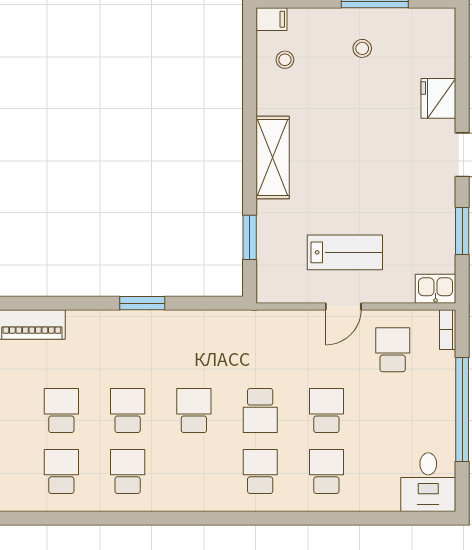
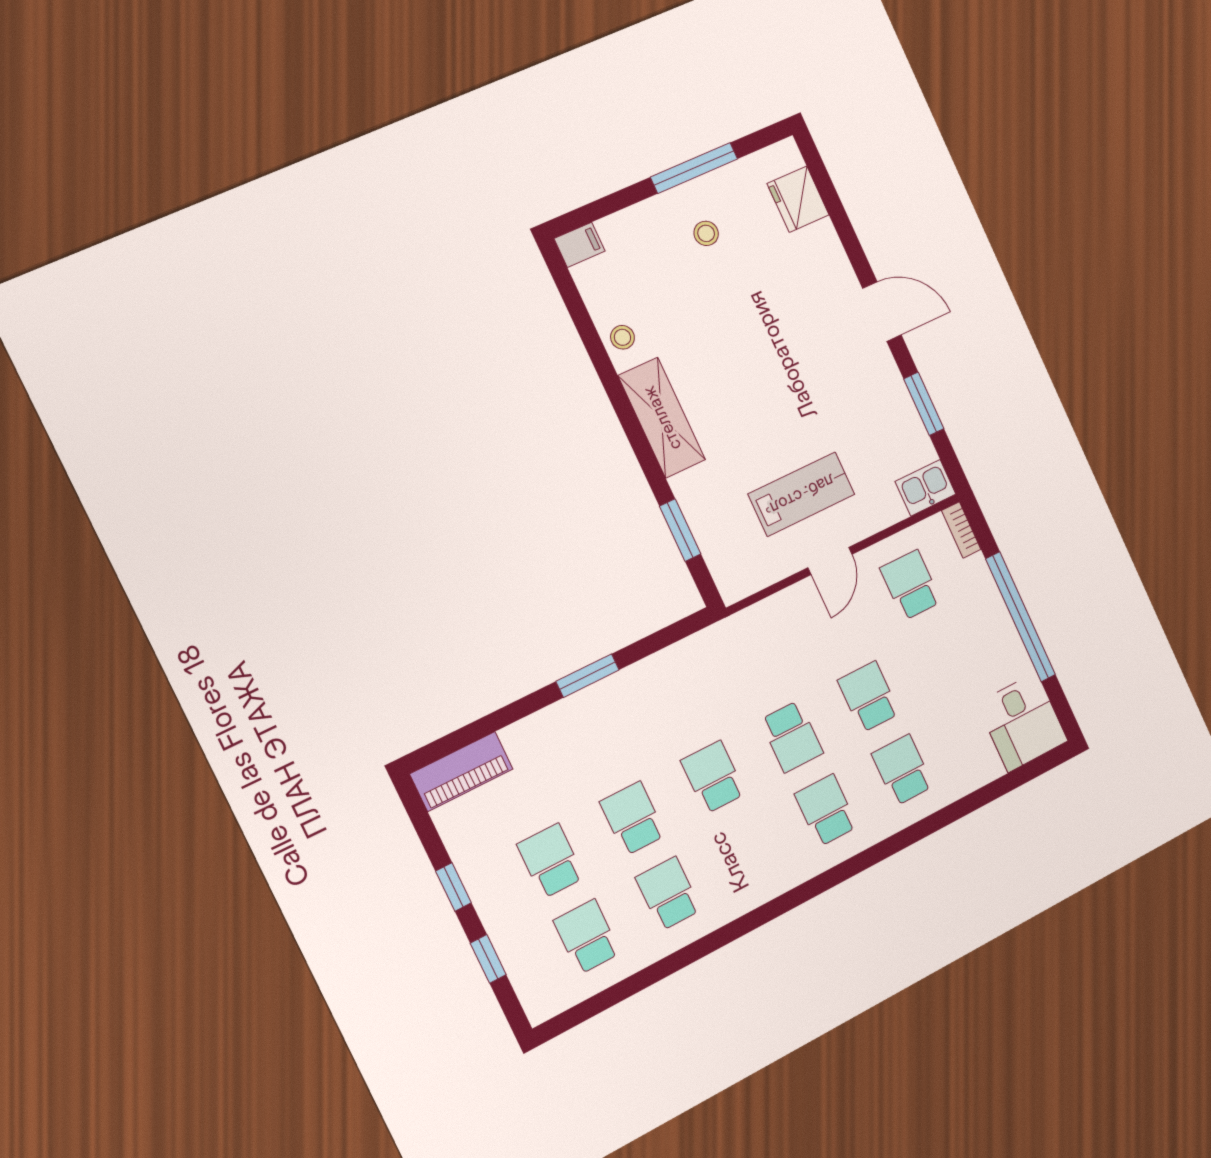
stool: (285, 60) -> (622, 337), moved
fridge: (438, 98) -> (798, 199), moved

